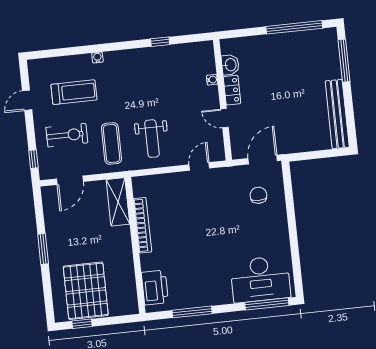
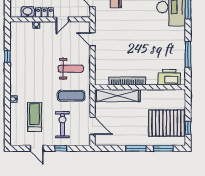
window: (33, 159) -> (61, 148), moved
shelving: (118, 202) -> (117, 96), width x1.47
window: (47, 290) -> (163, 148), added

